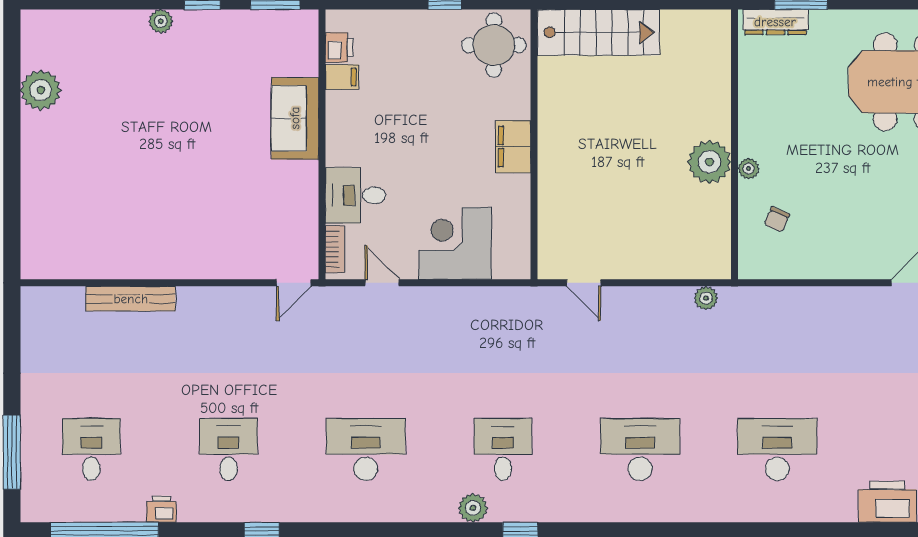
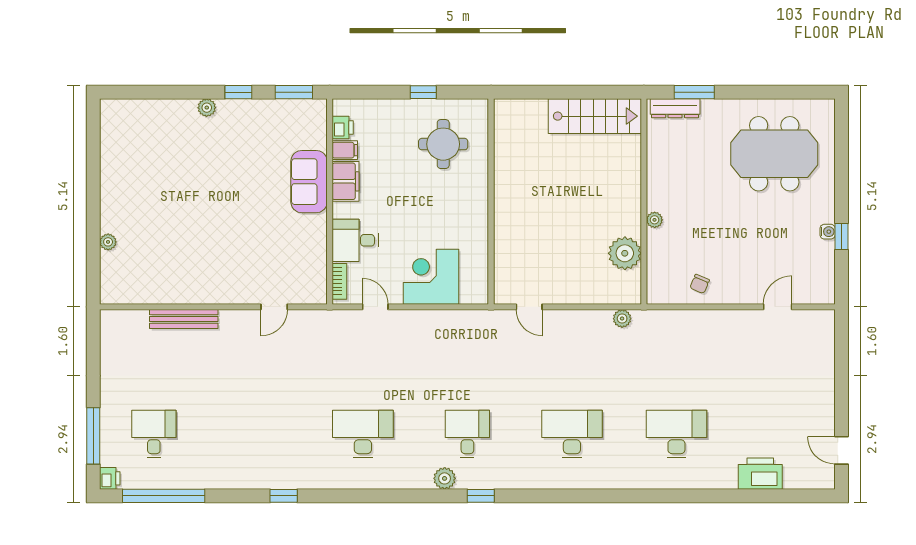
stairs: (598, 32) -> (595, 116), moved
round table: (494, 45) -> (443, 144), moved
plant: (41, 90) -> (108, 242), moved, width x0.53, depth x0.53
filing cabinet: (513, 147) -> (346, 181), moved, turned 180
plant: (709, 162) -> (625, 253), moved
chair: (777, 220) -> (700, 284), moved
door: (294, 283) -> (274, 307), moved
desk: (228, 449) -> (258, 434), removed
printer: (161, 509) -> (110, 478), moved, turned 90

